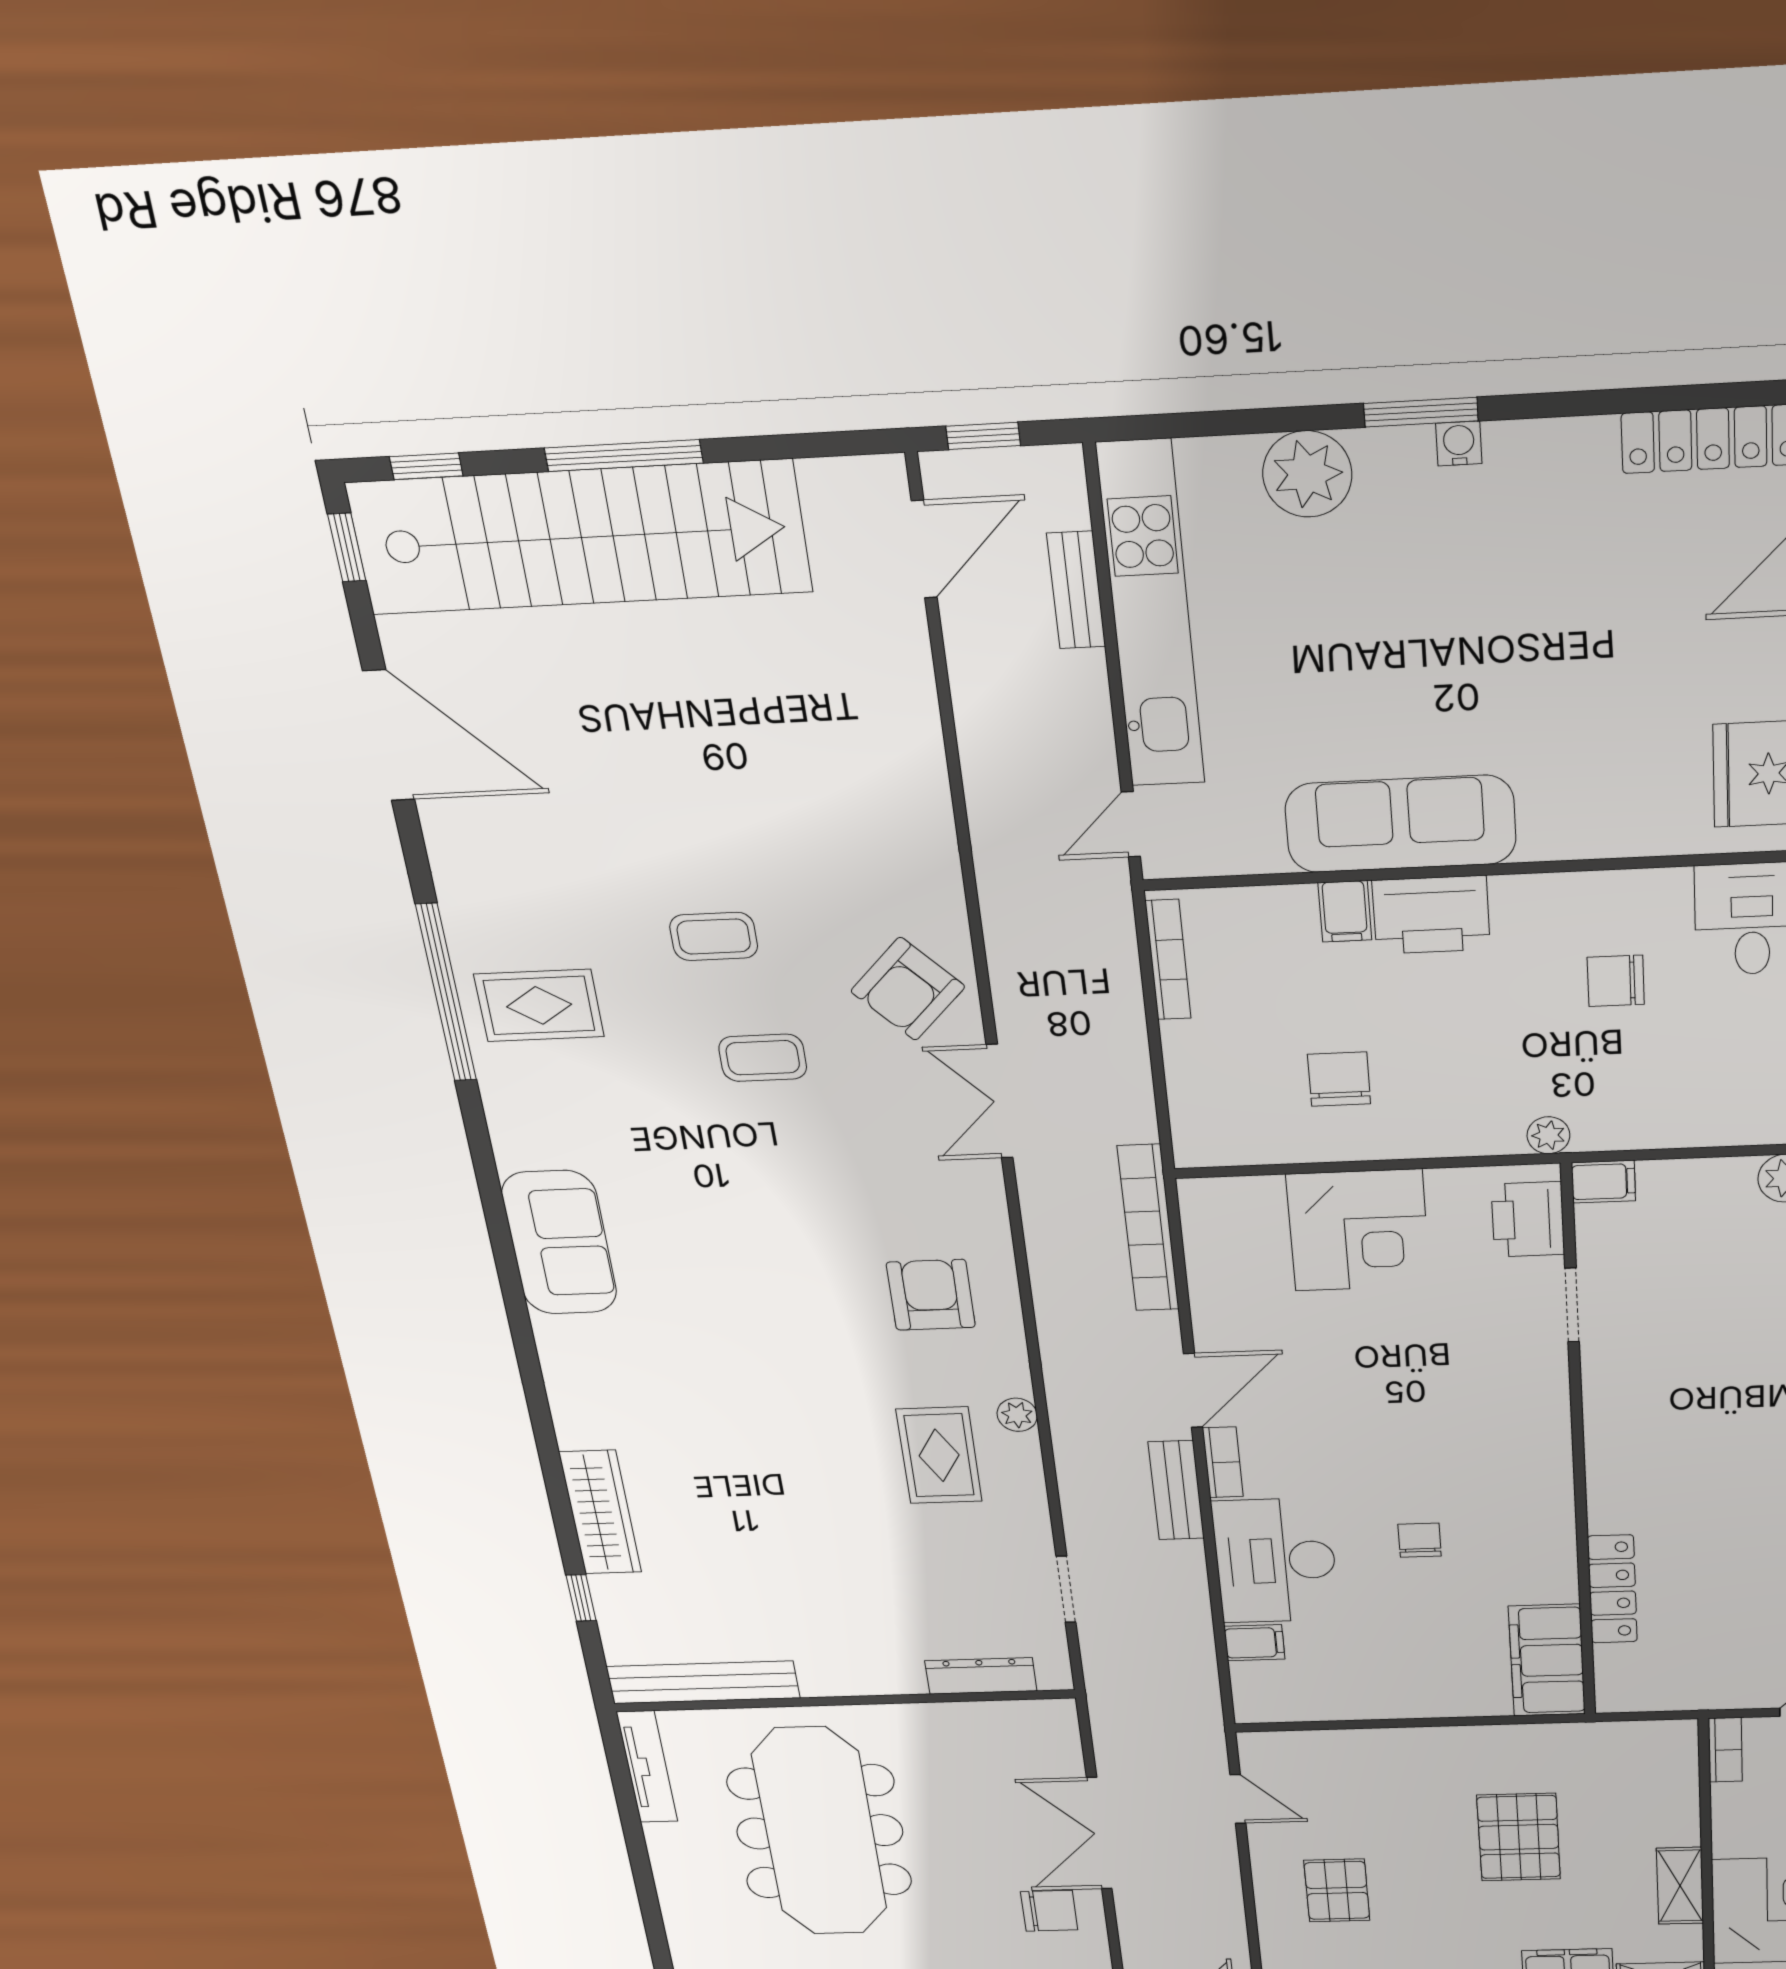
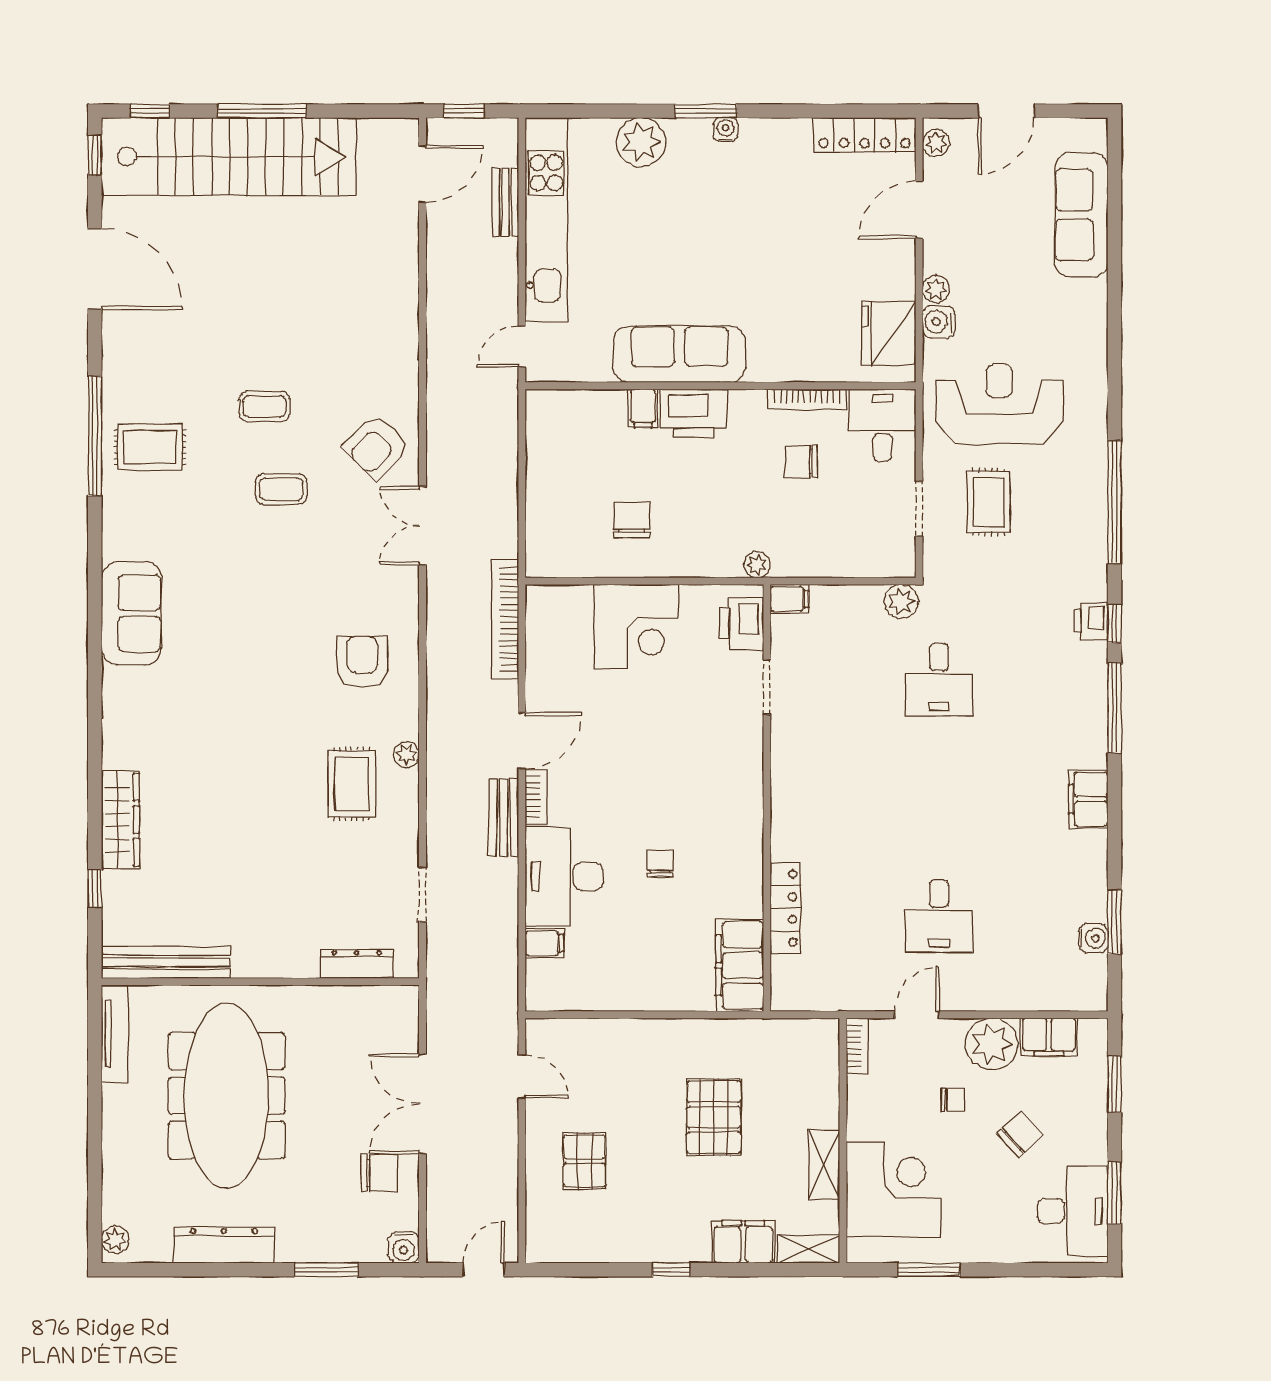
bookcase: (1168, 960) -> (807, 399), moved, turned 90

